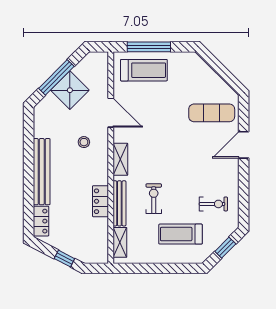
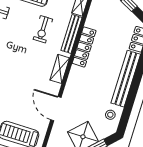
stool: (84, 142) -> (110, 115), moved
locker: (100, 201) -> (84, 47), width x1.53

